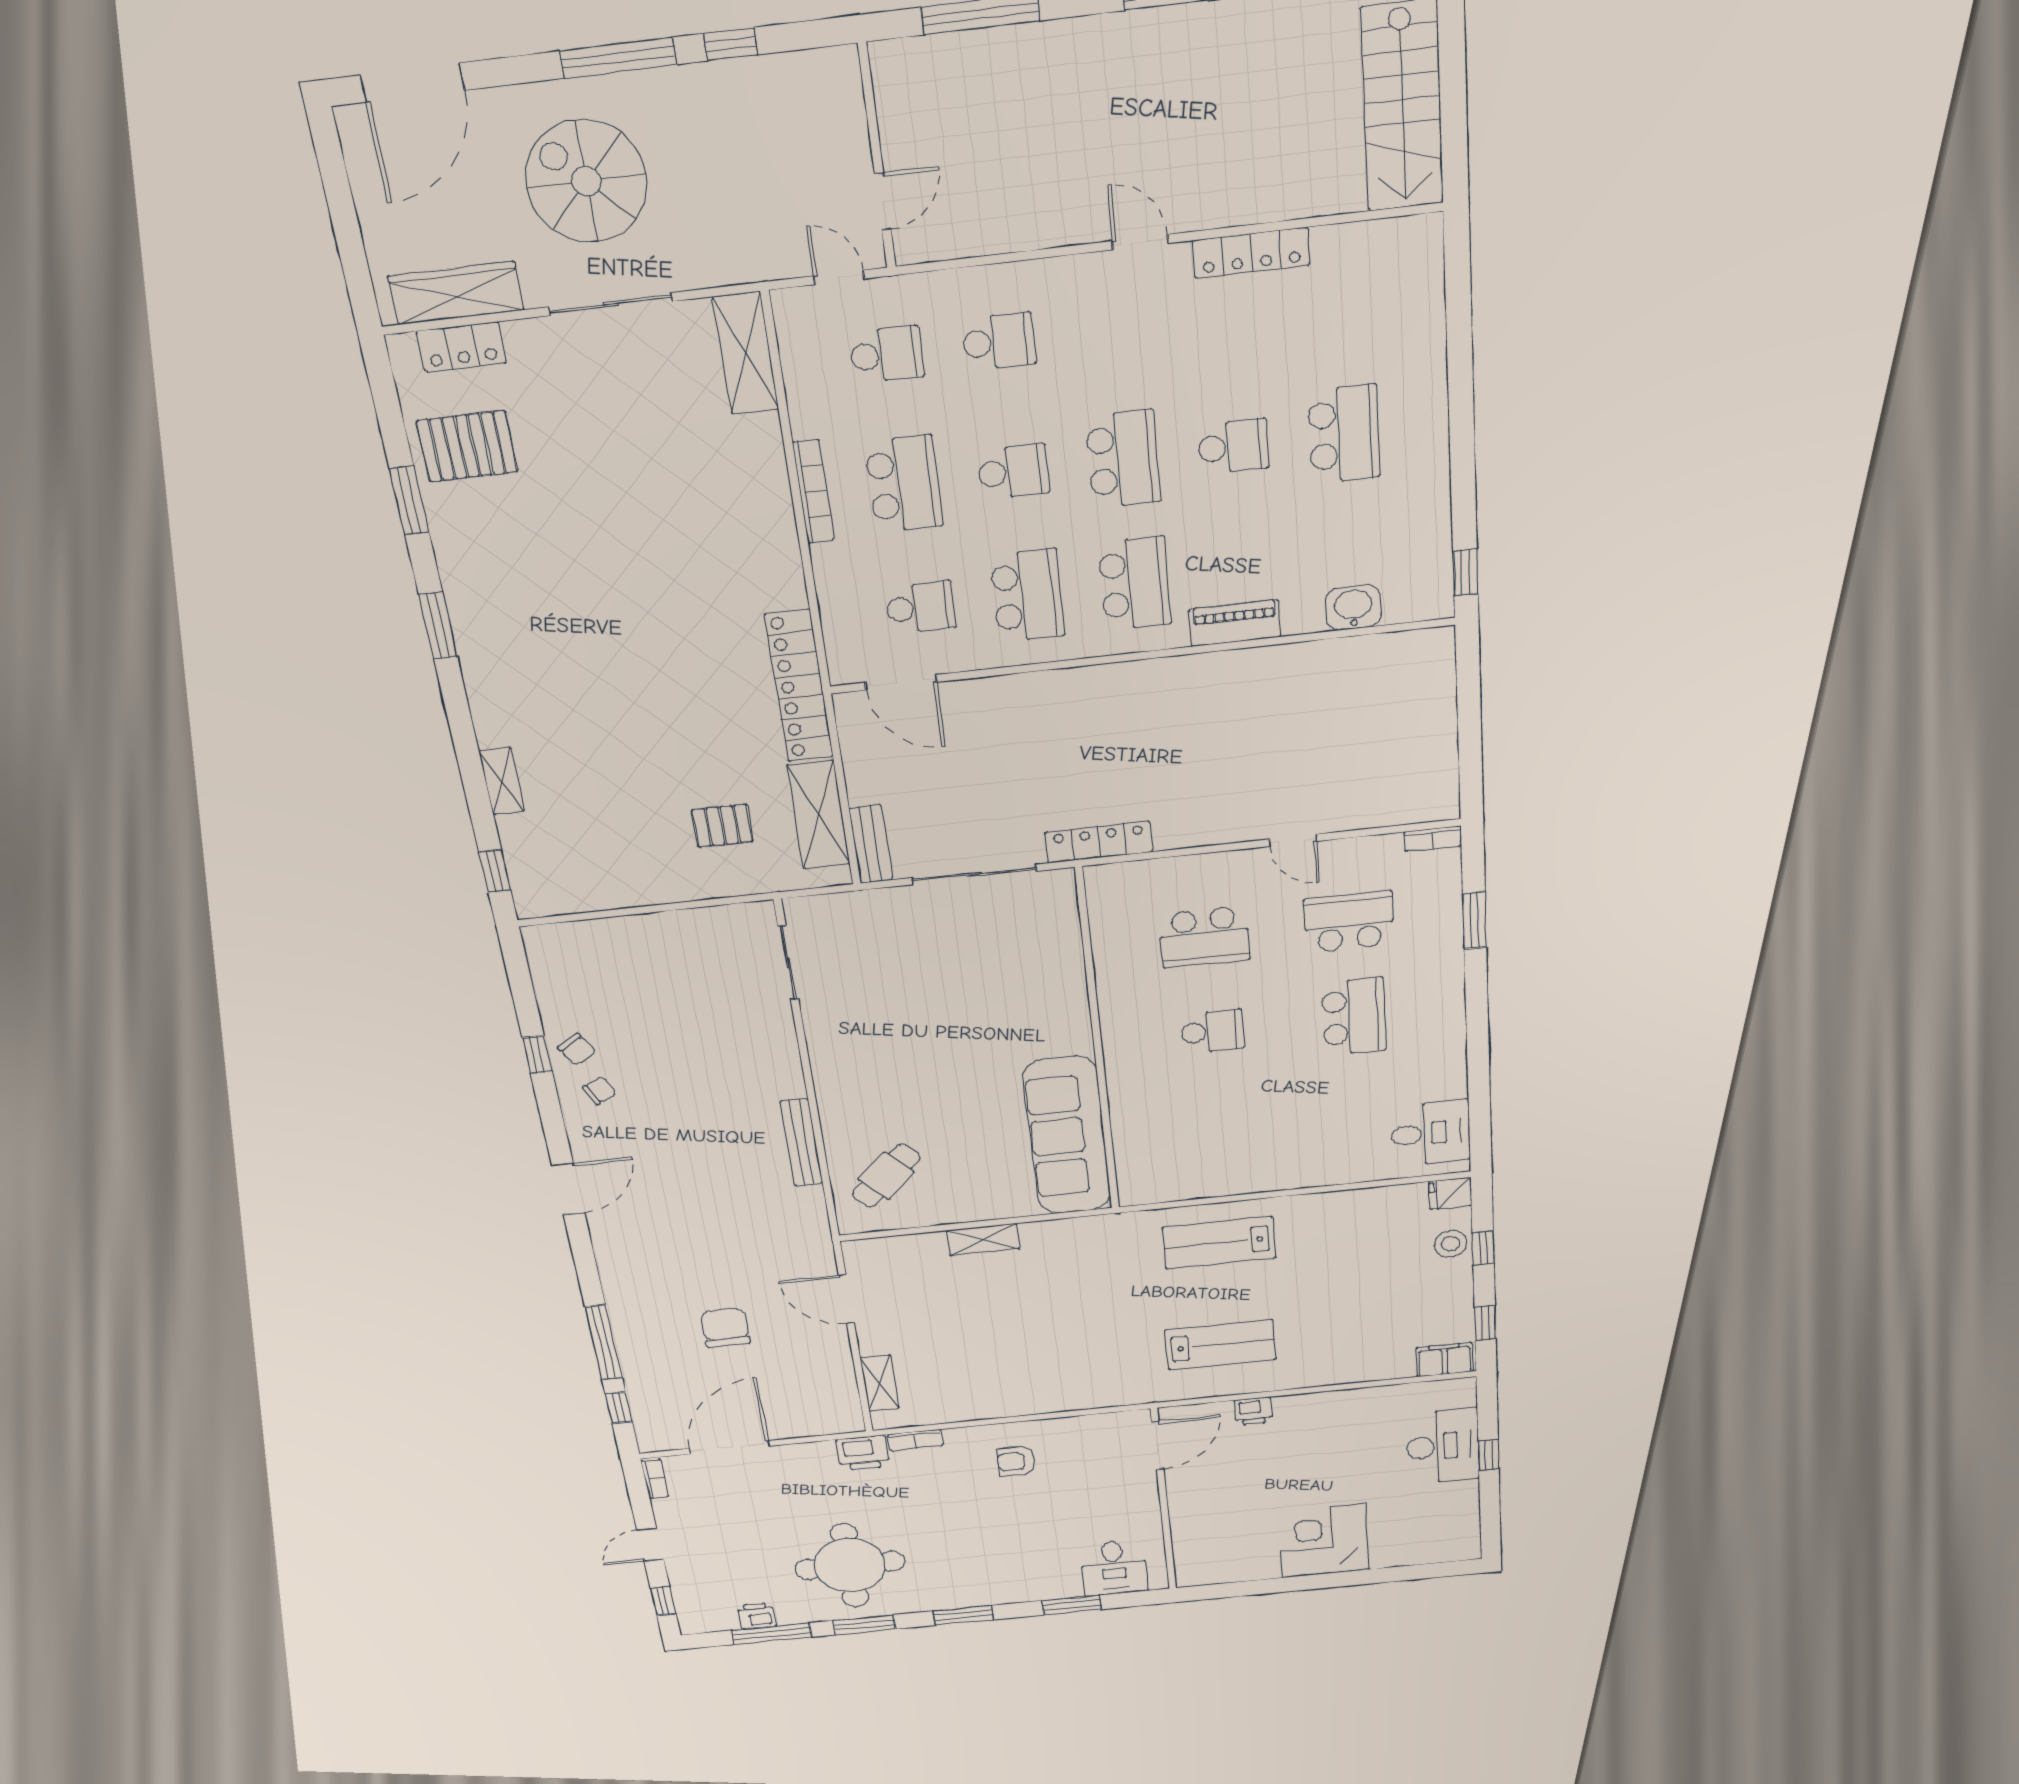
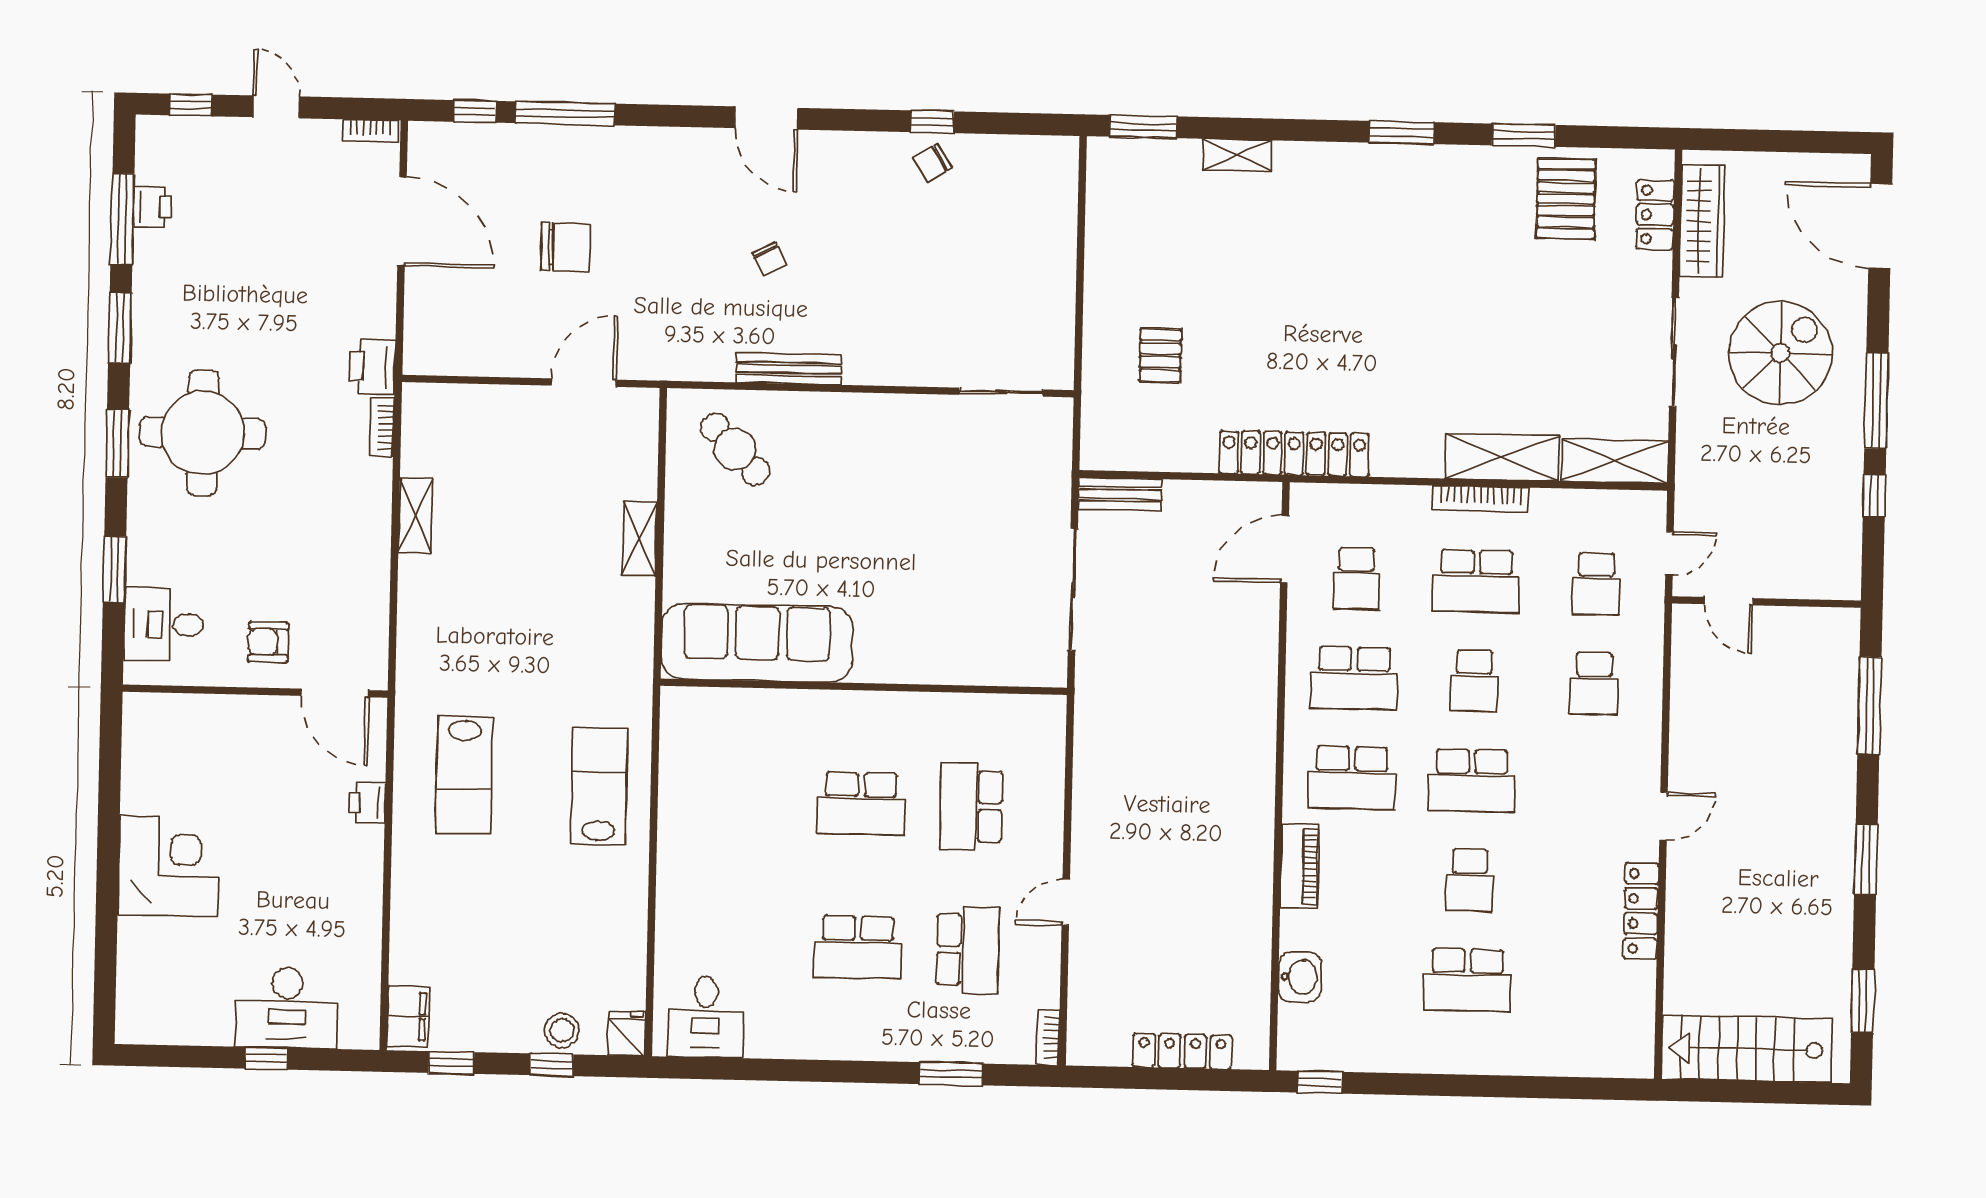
shelving: (819, 815) -> (1502, 457), moved
locker: (1099, 842) -> (1182, 1051), moved, turned -90
window: (495, 871) -> (1143, 127), width x1.50
school desk: (1212, 1031) -> (861, 804), width x1.85
chair: (599, 1091) -> (769, 259), moved
shelving: (880, 1383) -> (416, 516), moved, turned 90
armchair: (1016, 1461) -> (268, 642), moved, turned -91
round table: (850, 1565) -> (203, 433), moved

